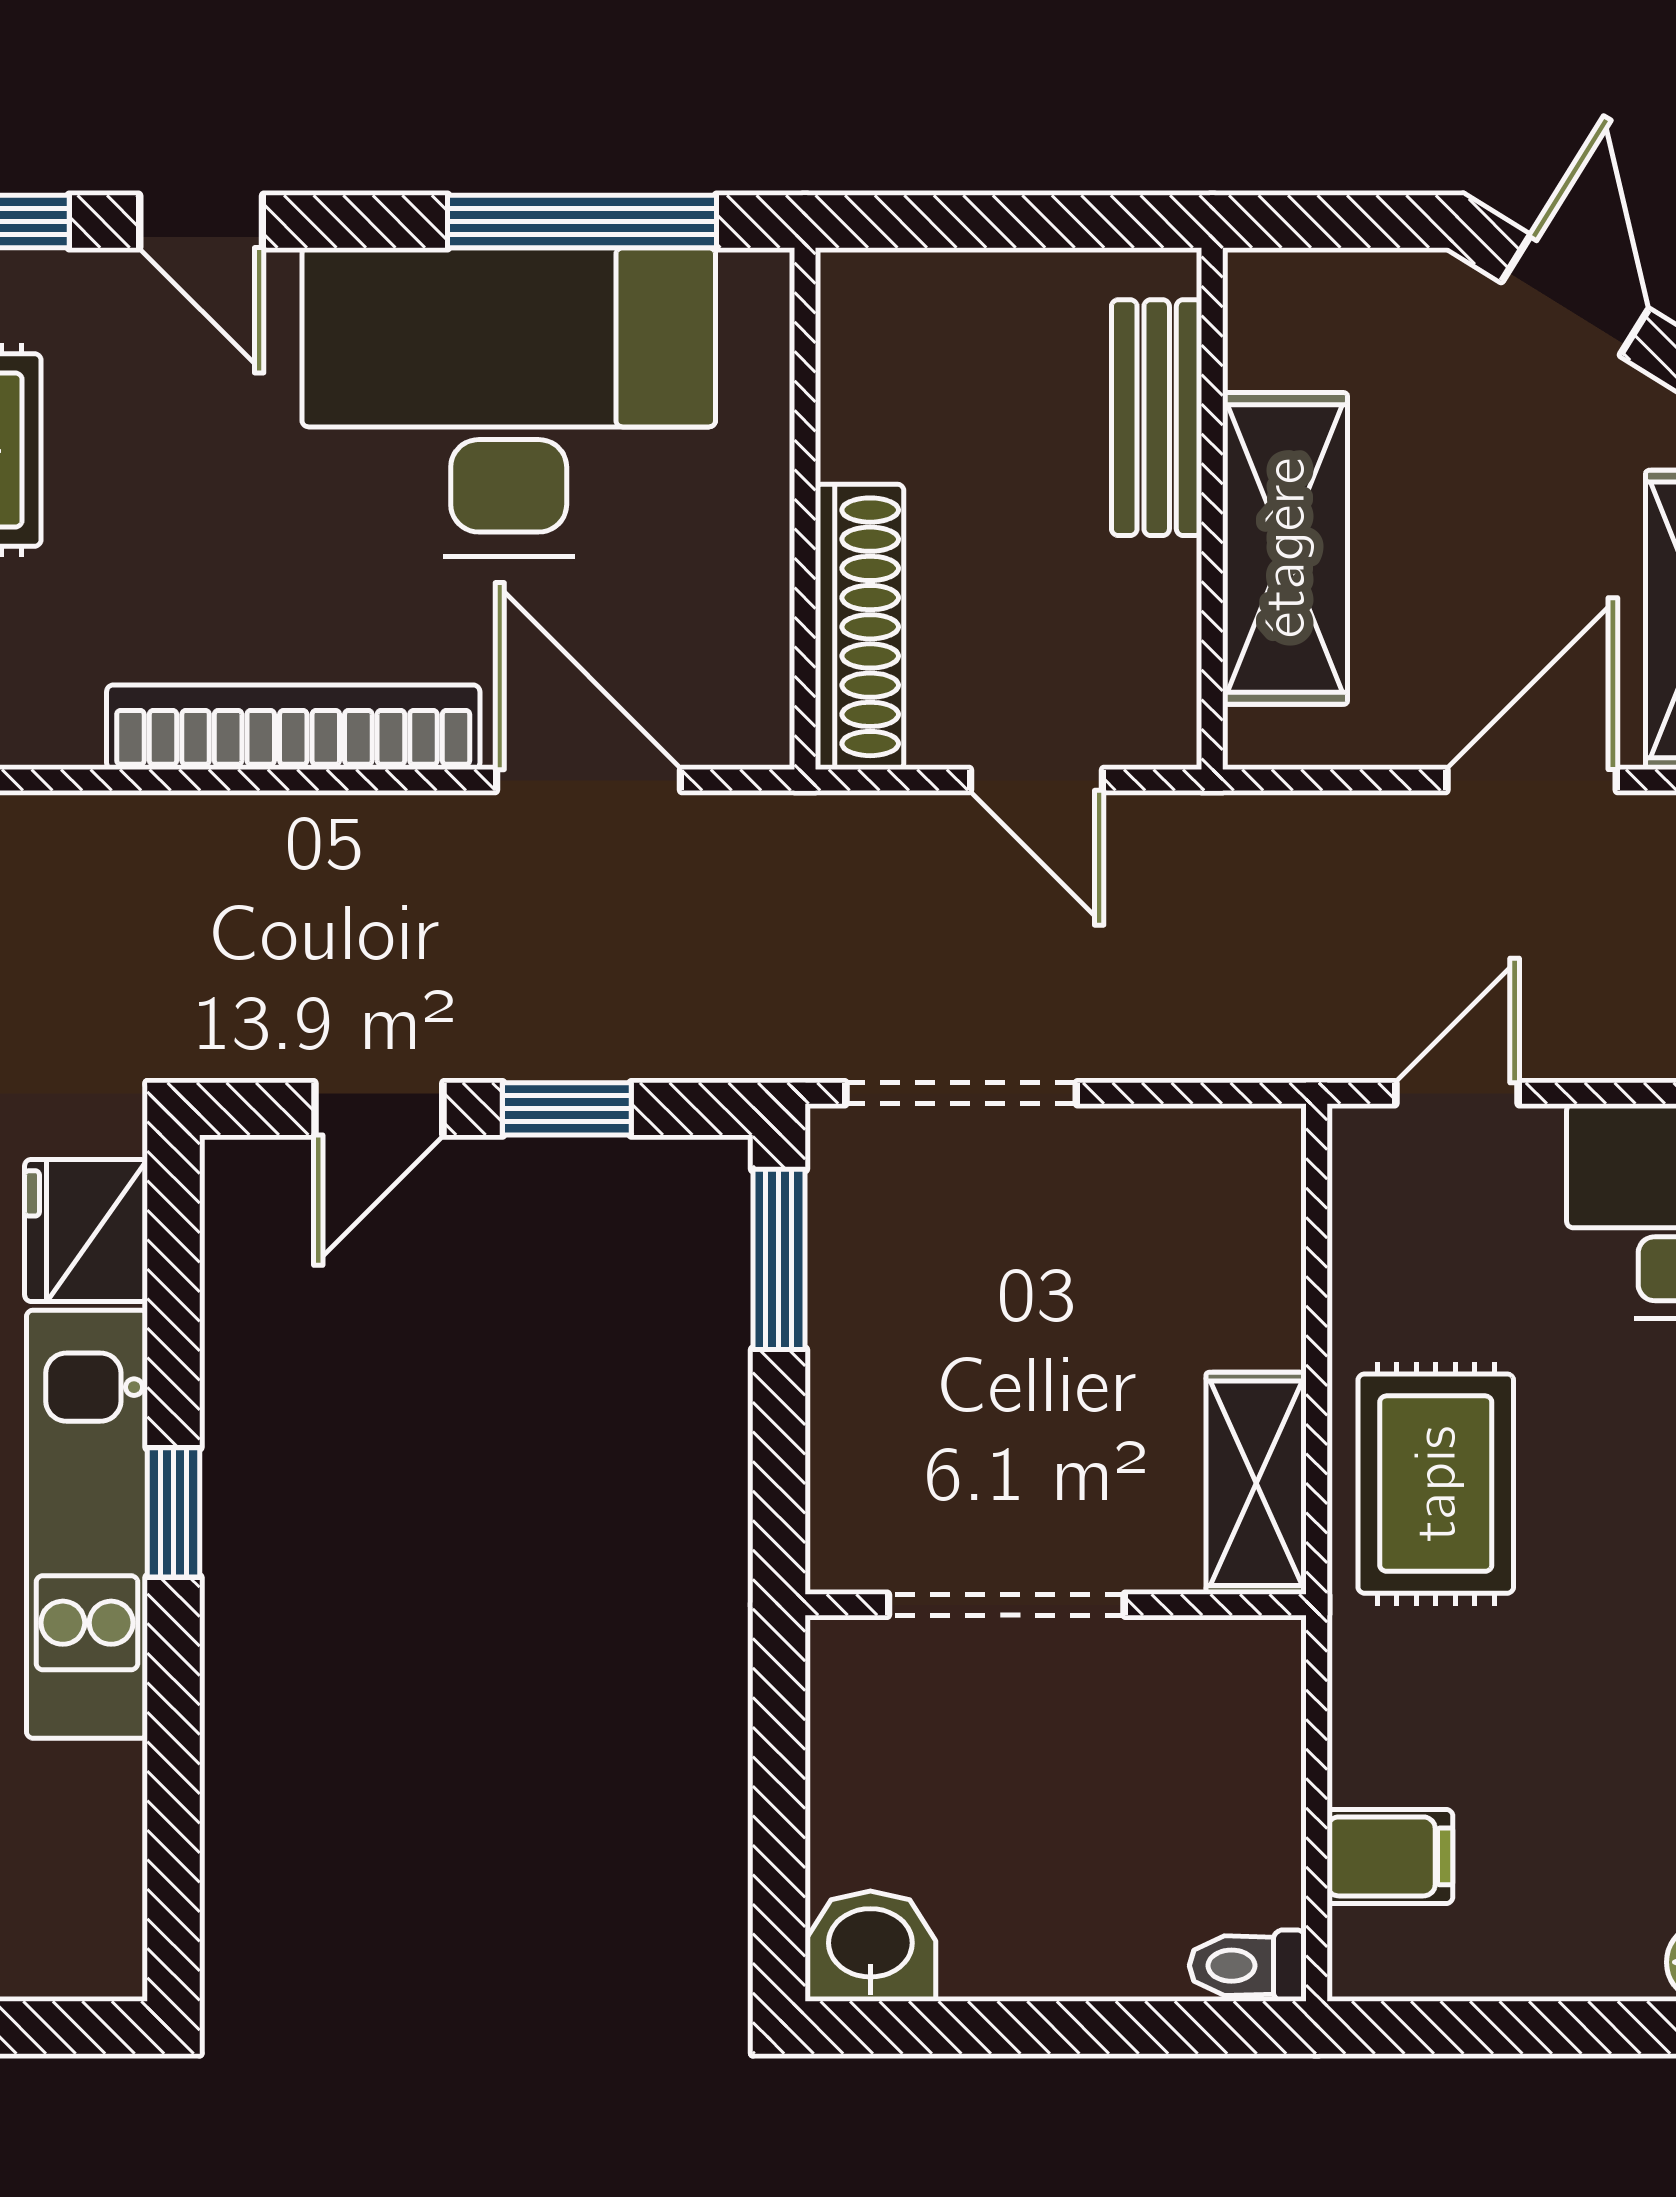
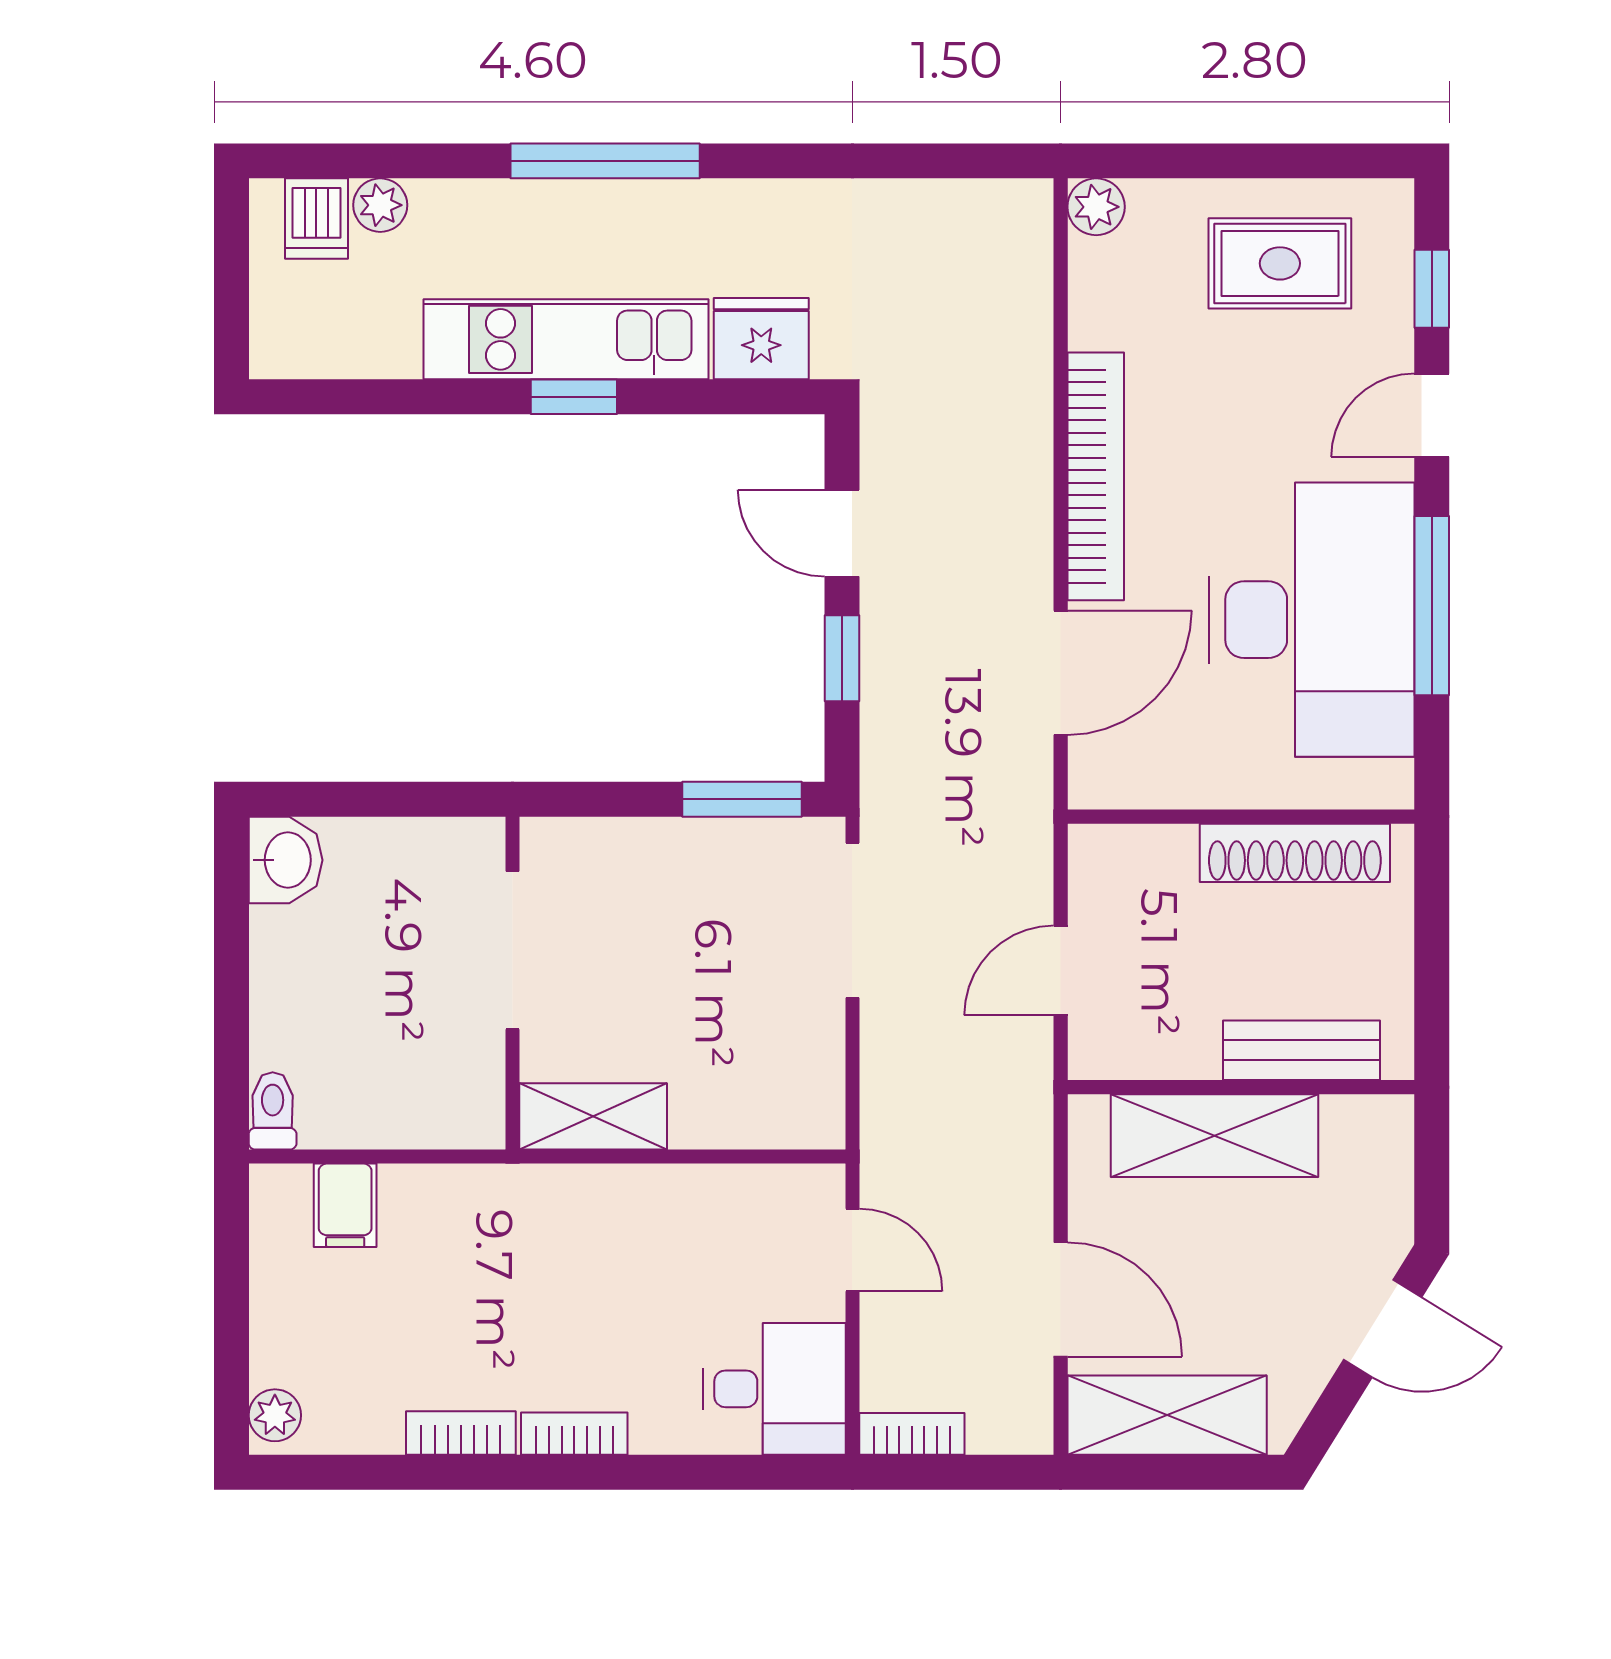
window: (582, 221) -> (1432, 606), moved
shoe rack: (860, 627) -> (1295, 853), moved
rug: (1436, 1484) -> (593, 1236), removed

